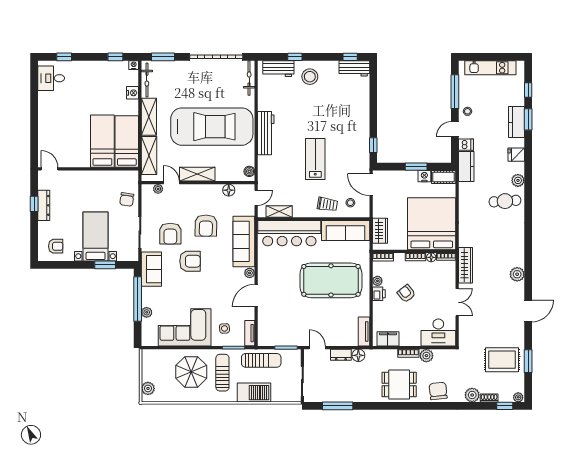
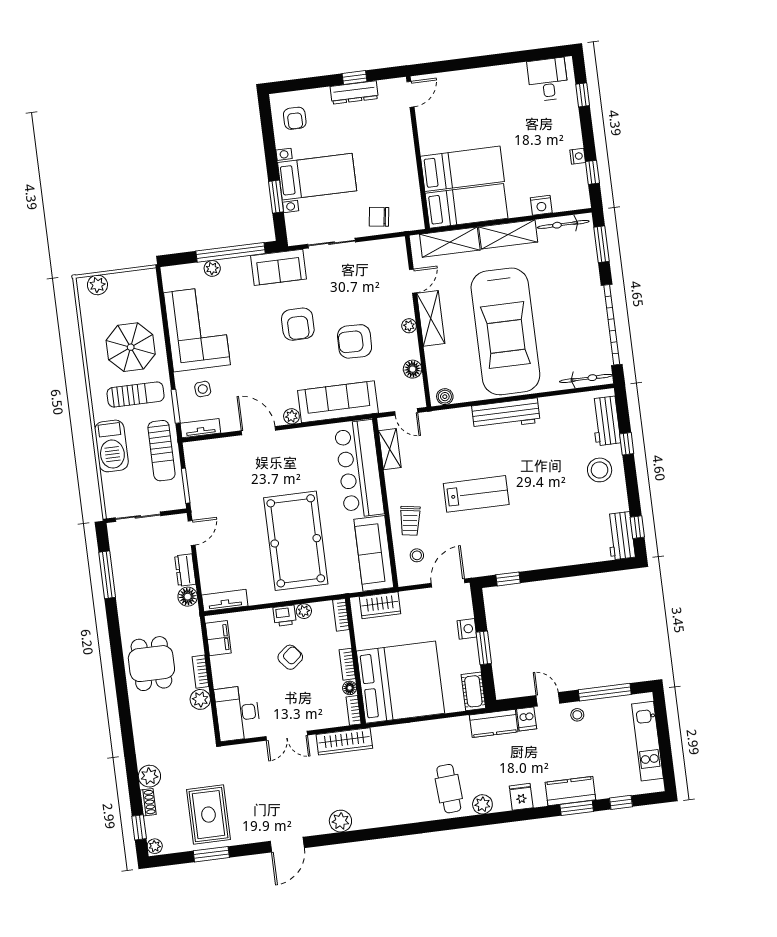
nightstand: (134, 65) -> (578, 156), moved
nightstand: (424, 176) -> (467, 629), moved
plant: (158, 189) -> (409, 326), moved
armchair: (170, 234) -> (336, 289), removed
door: (528, 311) -> (287, 845), hinge flipped
chair: (438, 391) -> (149, 724), removed

